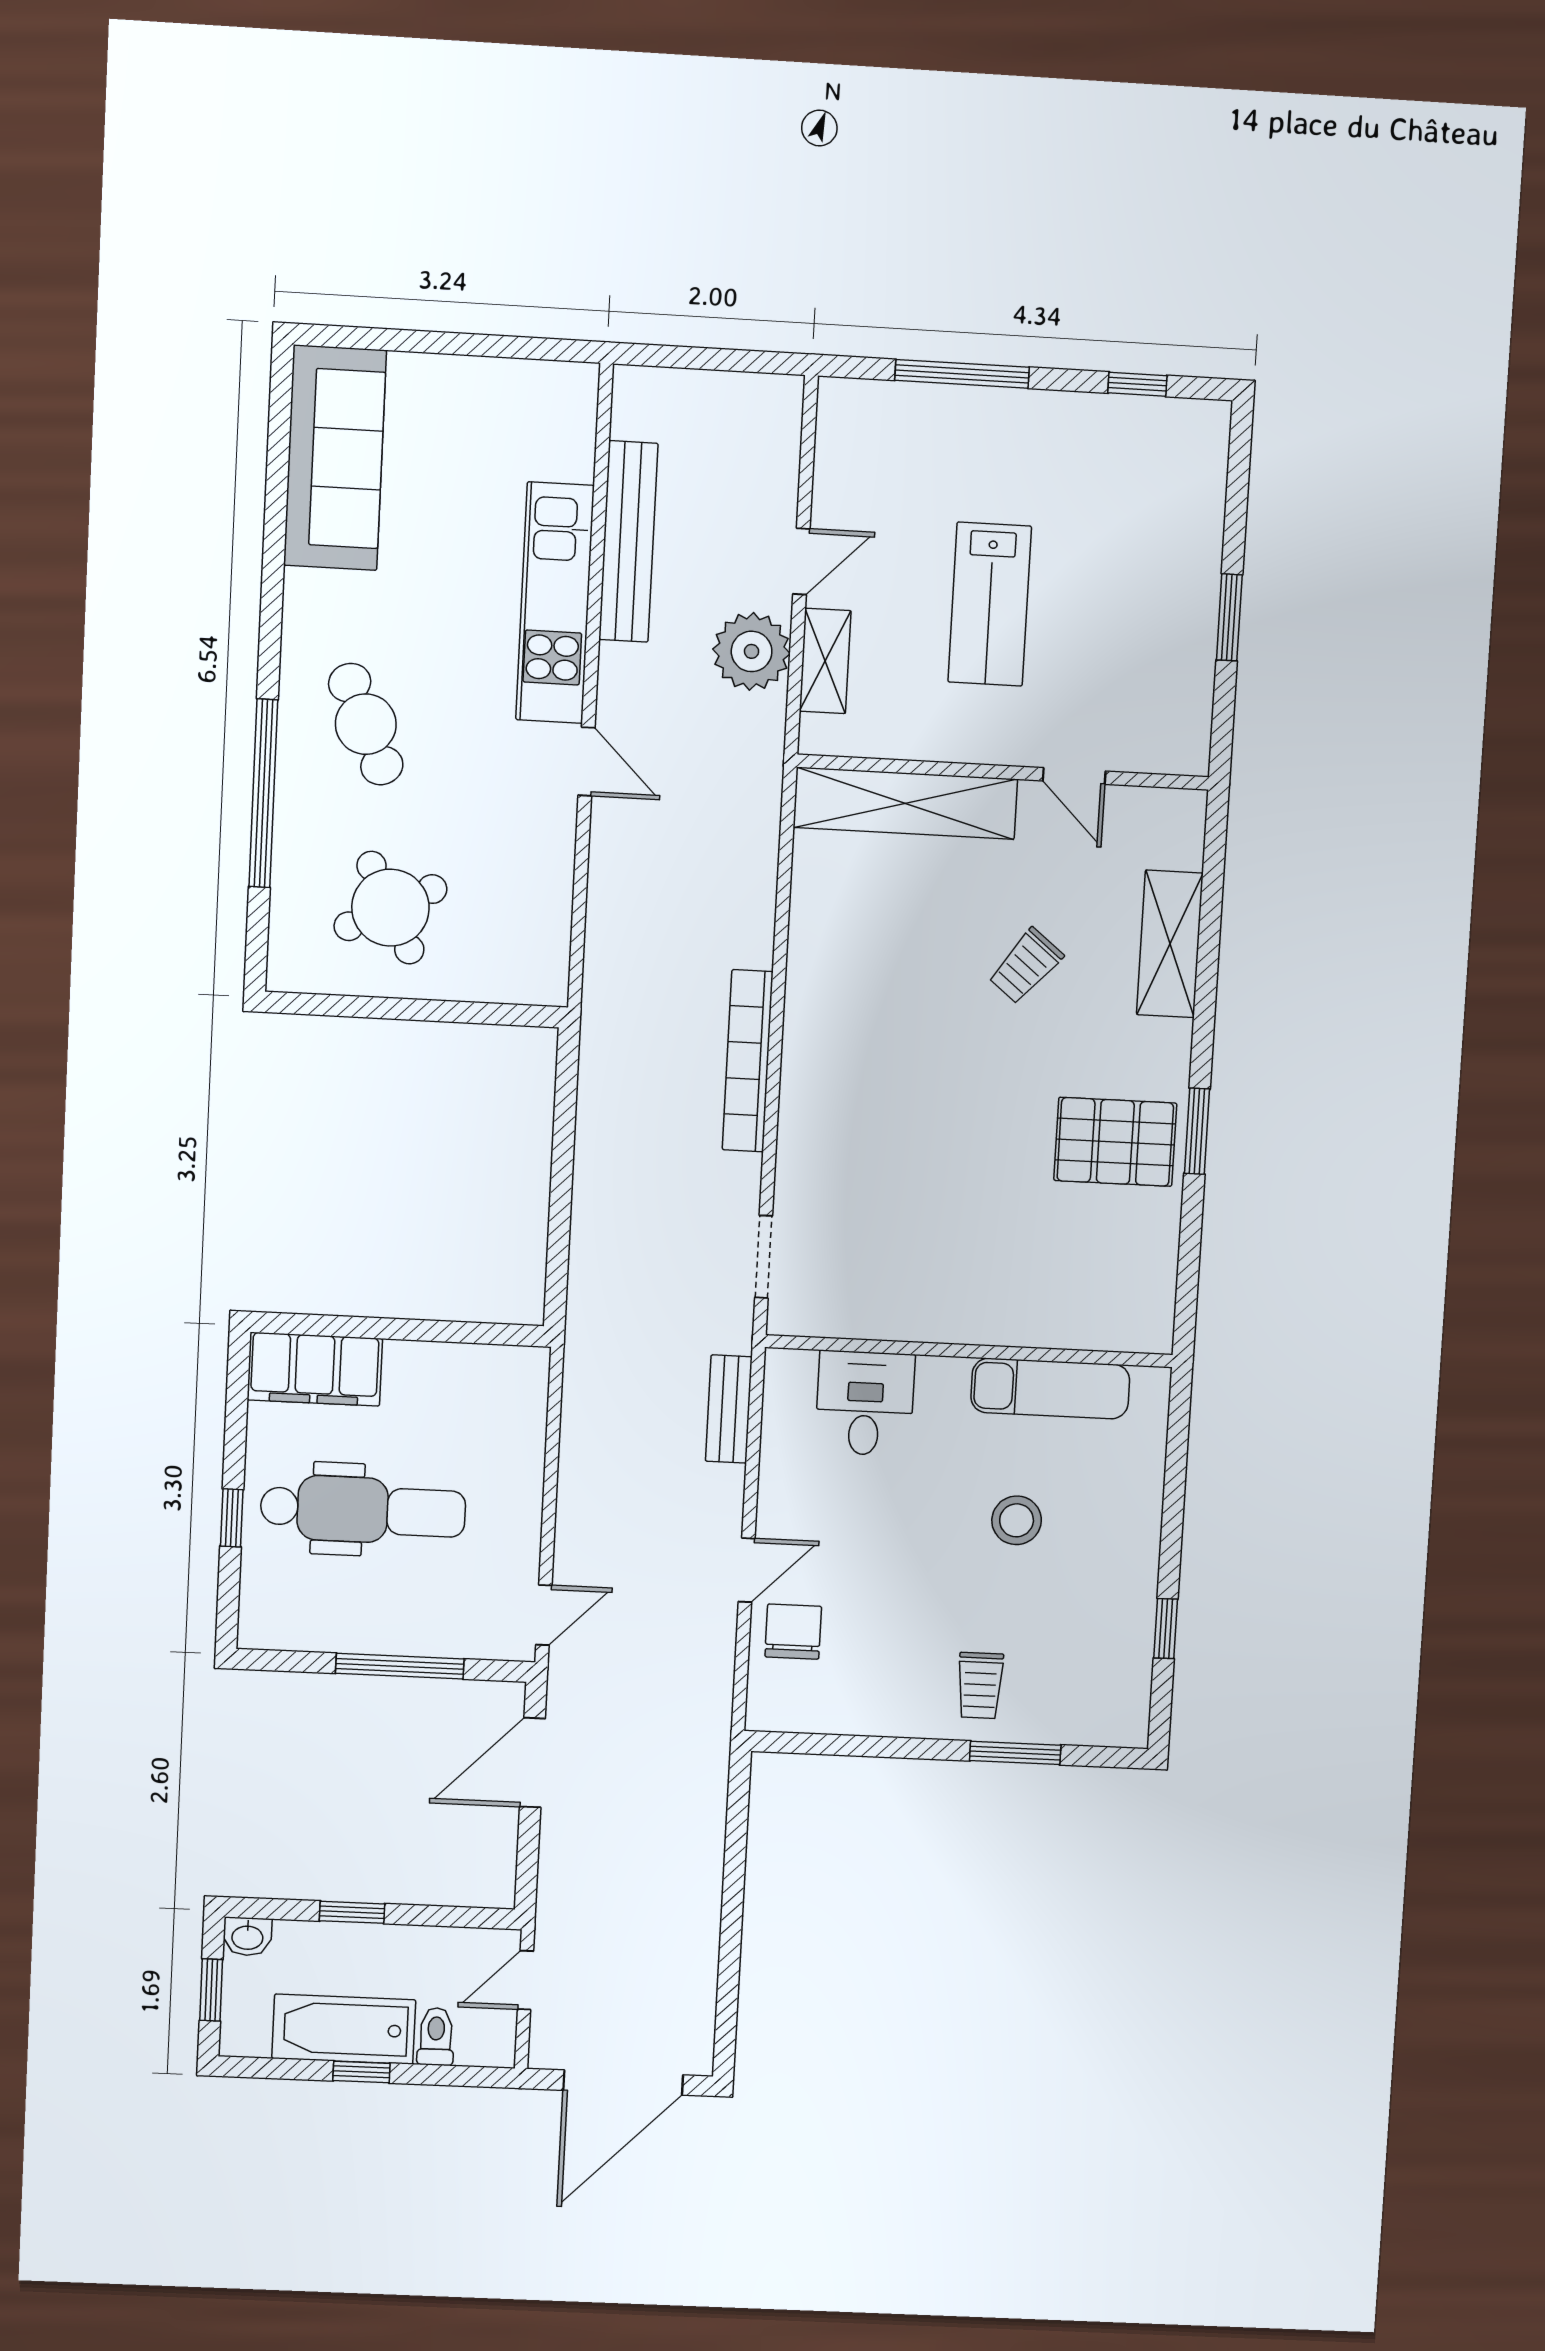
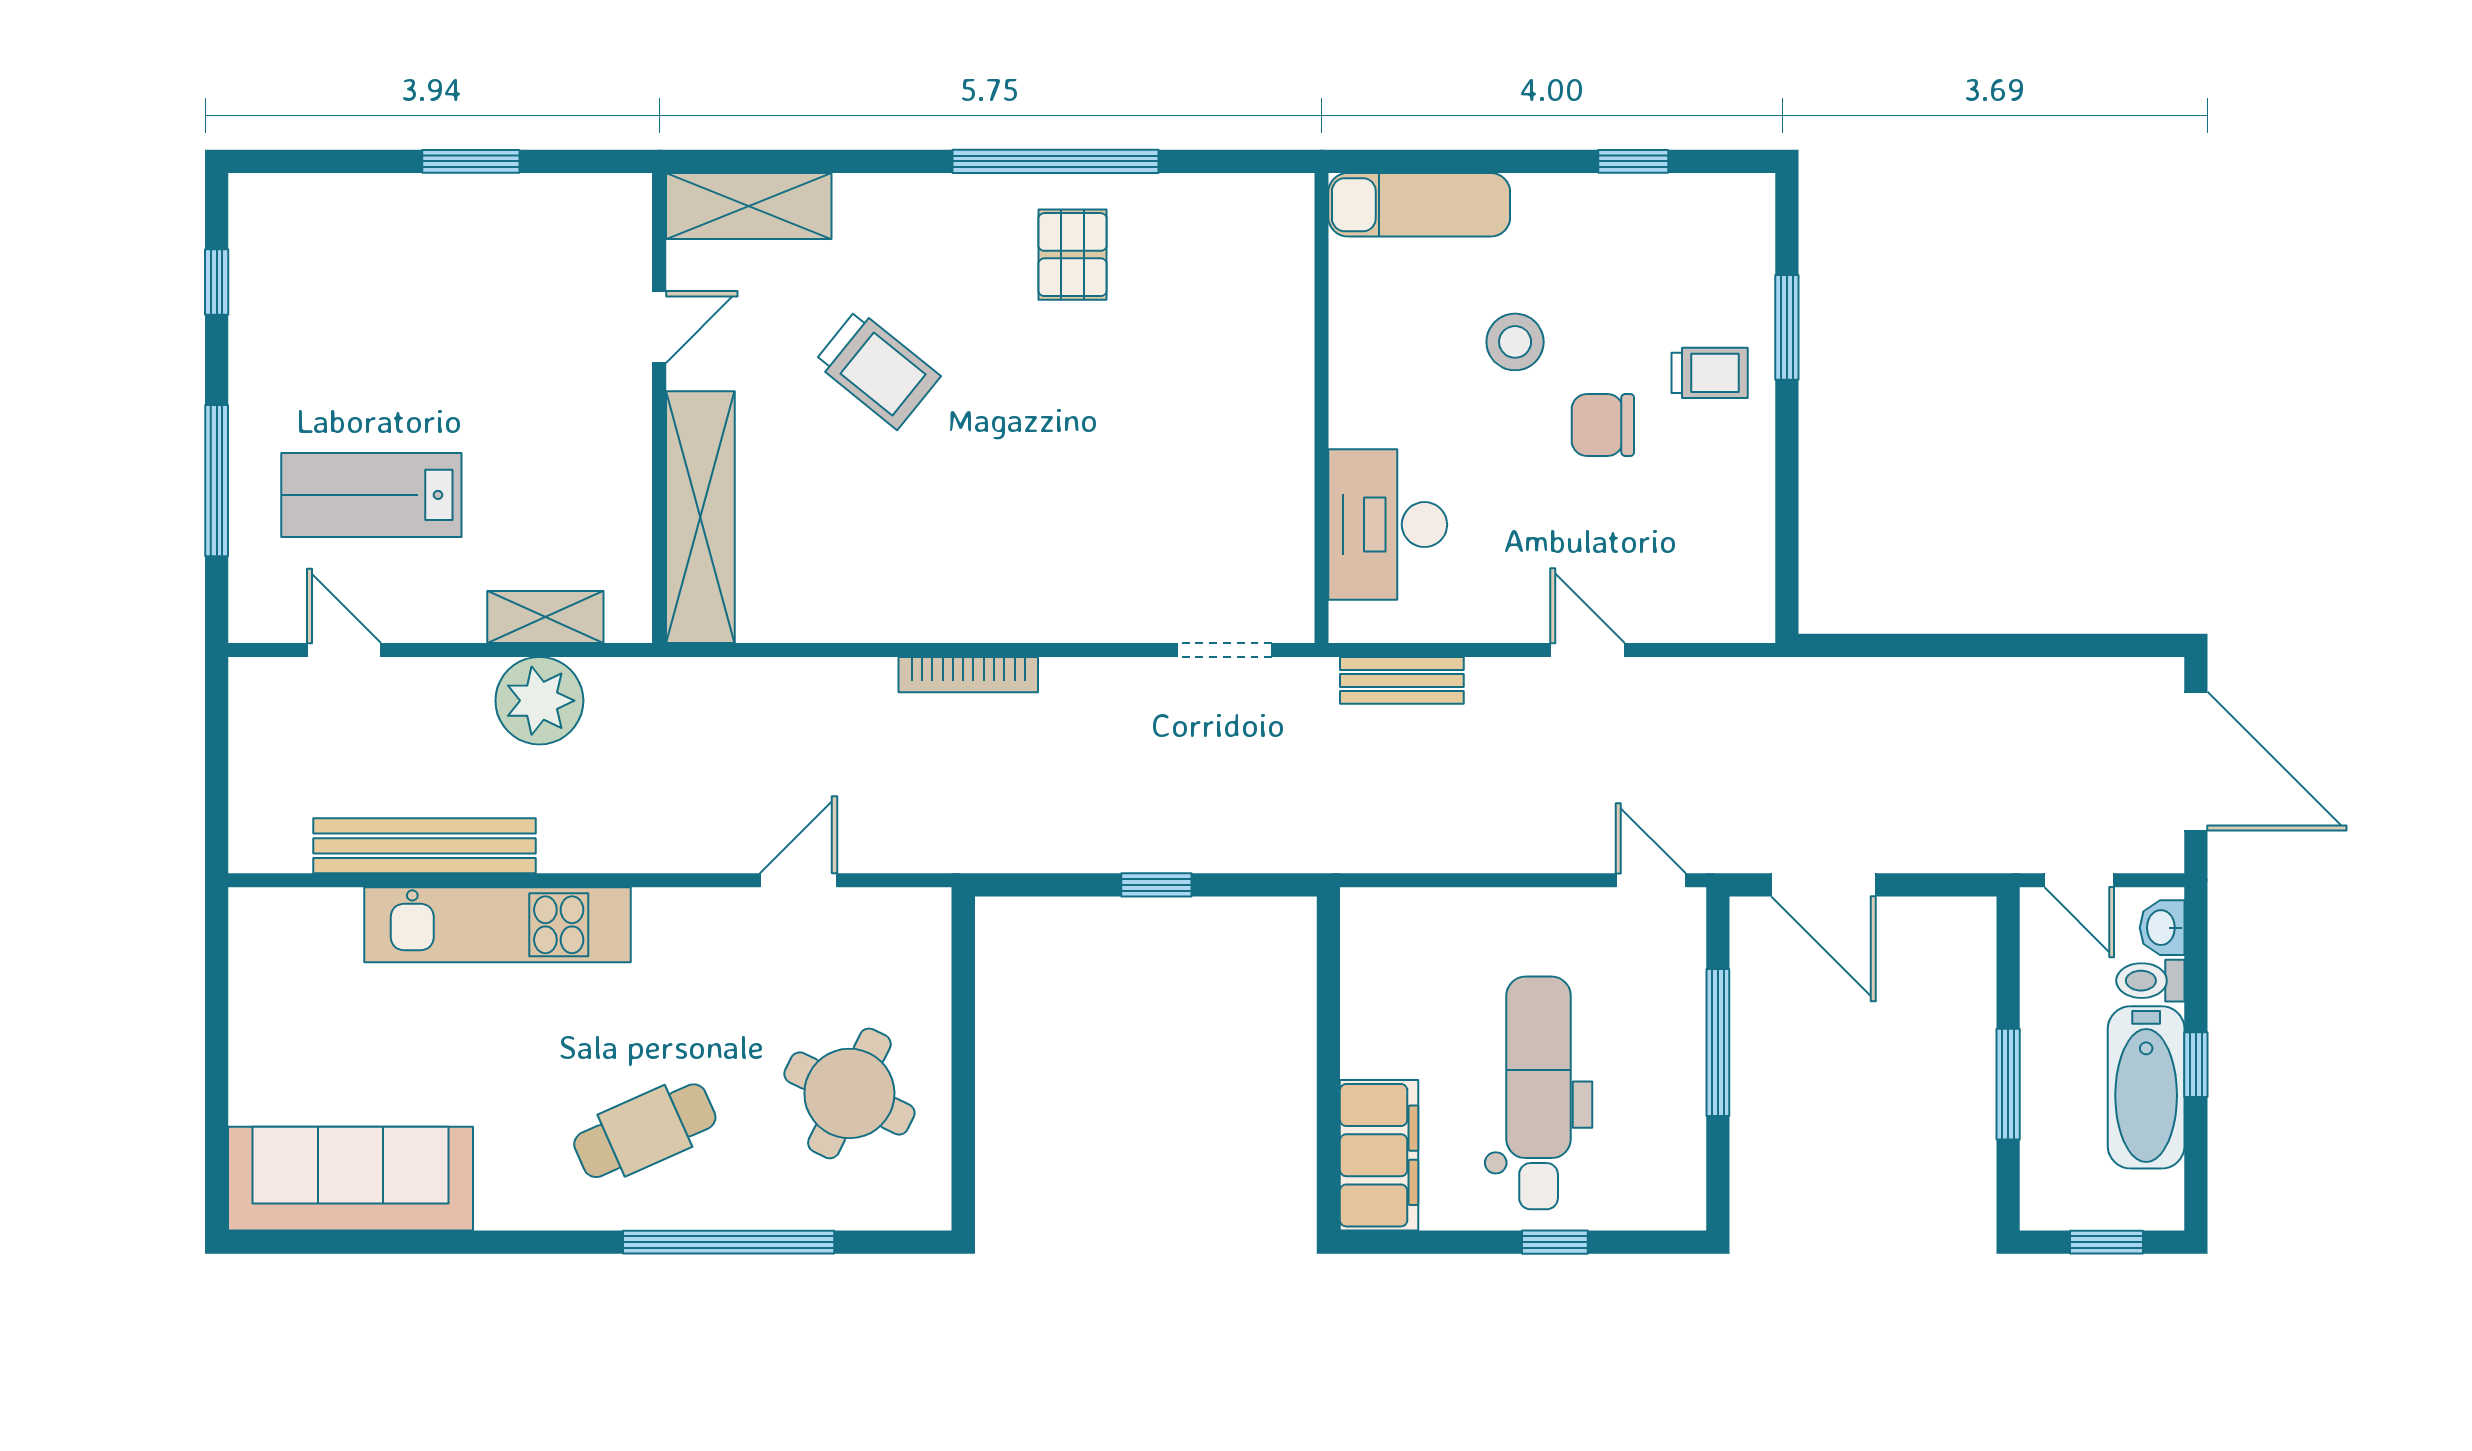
door: (801, 561) -> (344, 650), moved
lab bench: (990, 604) -> (371, 495), moved, turned 180
door: (587, 761) -> (798, 880), moved
round table: (390, 908) -> (849, 1093), turned -37
shelving: (1170, 944) -> (749, 206), moved
trolley: (1026, 966) -> (877, 369), width x1.36, depth x1.39
bookcase: (748, 1061) -> (968, 675), width x0.68, depth x0.76
window: (1197, 1131) -> (1055, 161), width x2.11
pallet: (1115, 1142) -> (1073, 255), width x0.67, depth x0.71
window: (561, 1187) -> (1156, 885), added
exam couch: (1050, 1388) -> (1419, 205), moved, turned 90
desk: (865, 1403) -> (1388, 525), width x1.37
chair: (793, 1632) -> (1603, 425), moved
window: (352, 1912) -> (2008, 1084), width x1.50
washbasin: (247, 1937) -> (2162, 928), moved, turned 180

